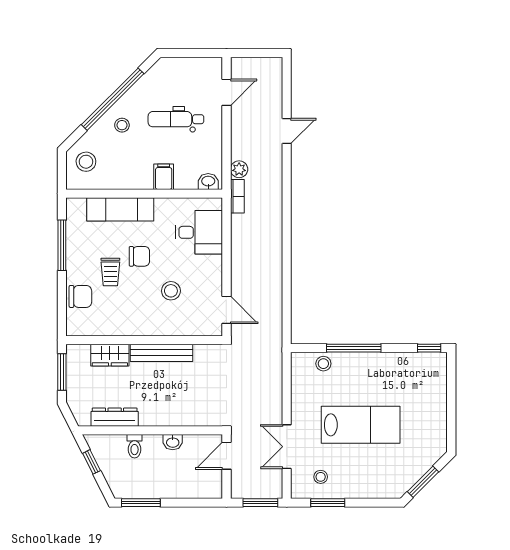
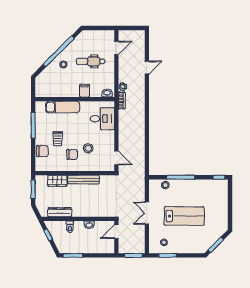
stool: (86, 162) -> (45, 83), removed
chair: (139, 256) -> (72, 154), moved
double door: (287, 447) -> (147, 213), moved

